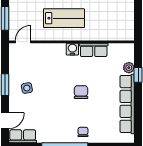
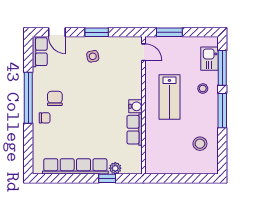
chair: (81, 92) -> (55, 98), moved, turned -90

